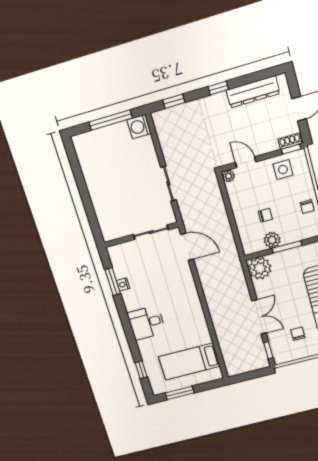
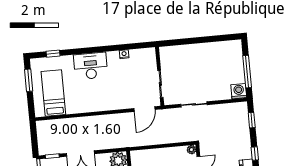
window: (113, 281) -> (128, 47), removed
desk: (147, 323) -> (91, 66), width x1.37

